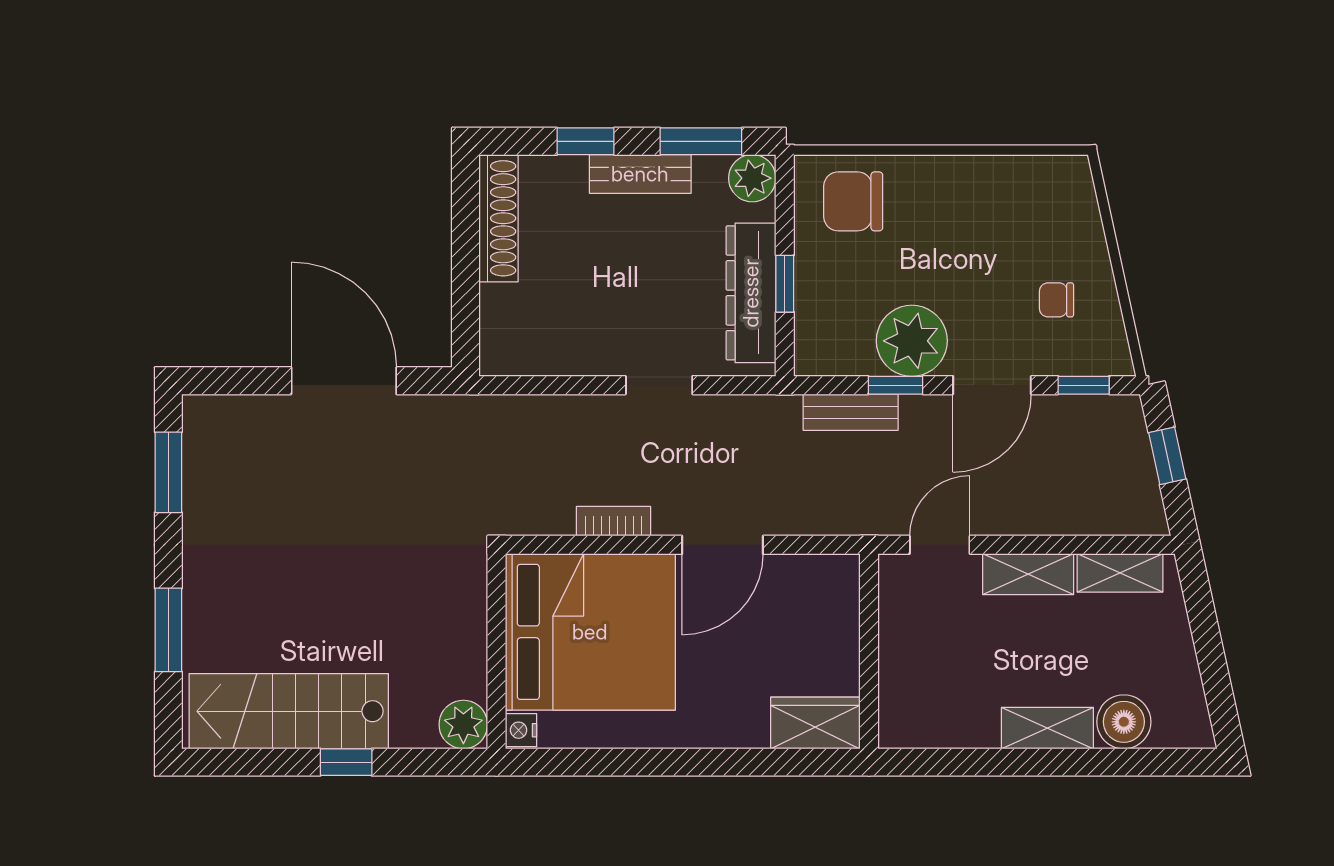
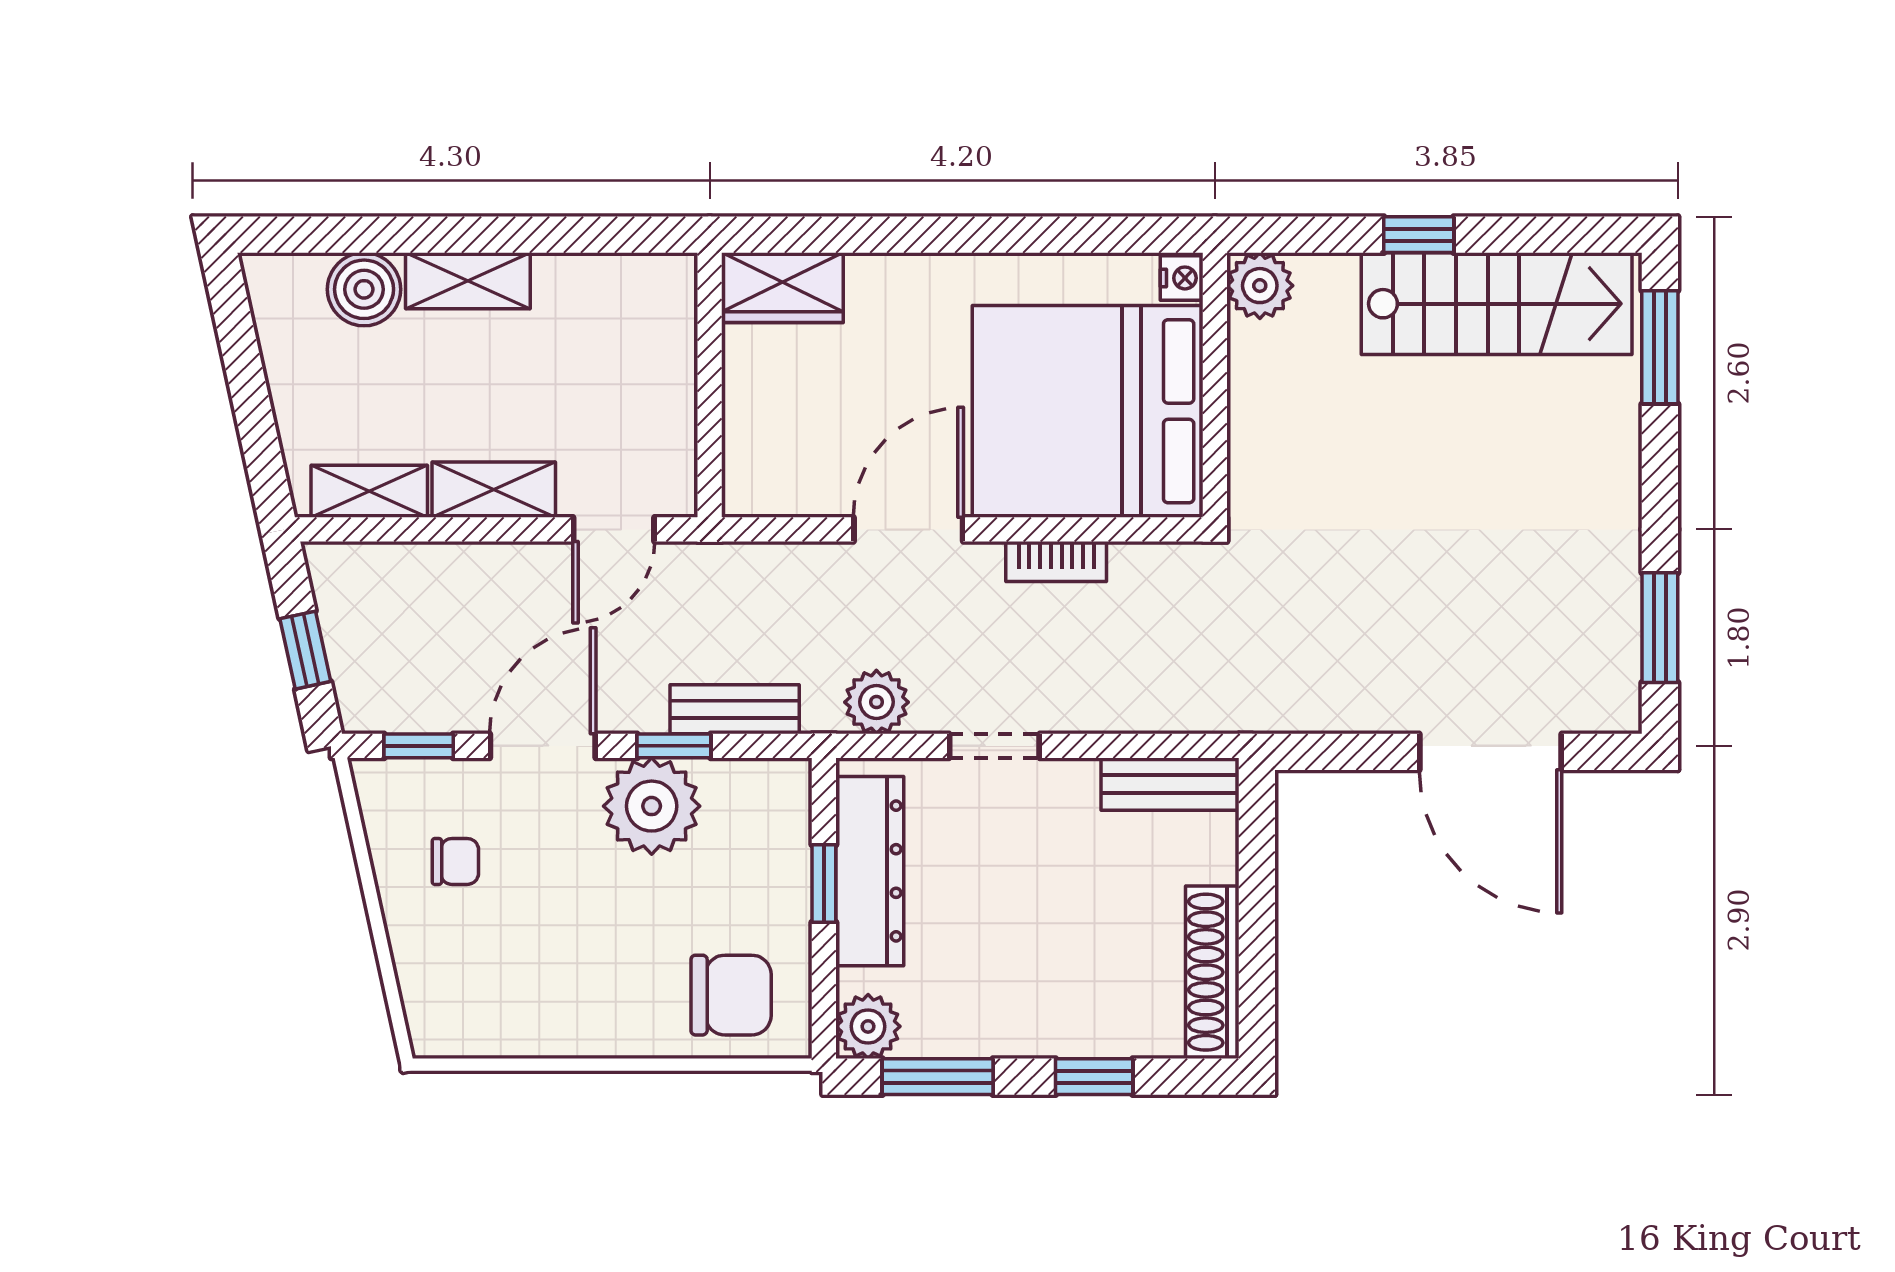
bench: (640, 174) -> (1170, 784), moved
door: (344, 381) -> (1491, 752), moved
plant: (746, 417) -> (876, 702), added
window: (168, 630) -> (1660, 347), moved

